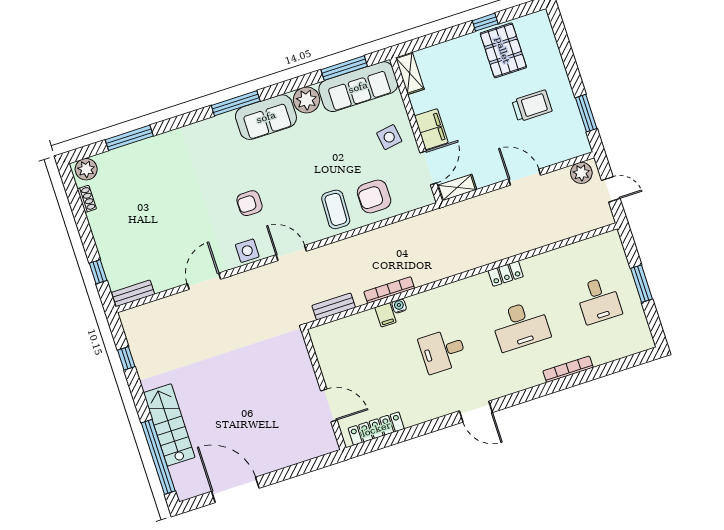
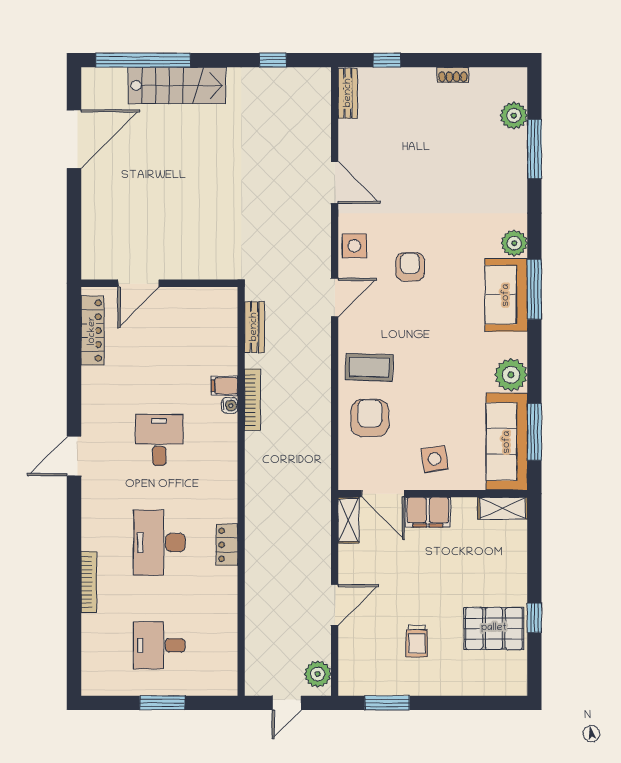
trolley: (532, 106) -> (417, 641), width x0.73, depth x0.72
sofa: (266, 117) -> (506, 295), moved
plant: (206, 130) -> (514, 243), added
plant: (86, 169) -> (514, 116), moved
shoe rack: (87, 199) -> (453, 75), moved

